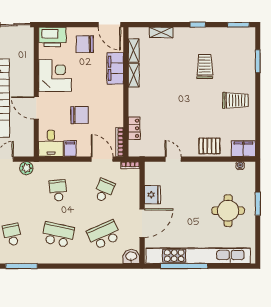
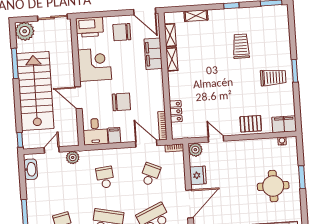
window: (258, 61) -> (295, 71), moved
plant: (151, 169) -> (195, 150), added

